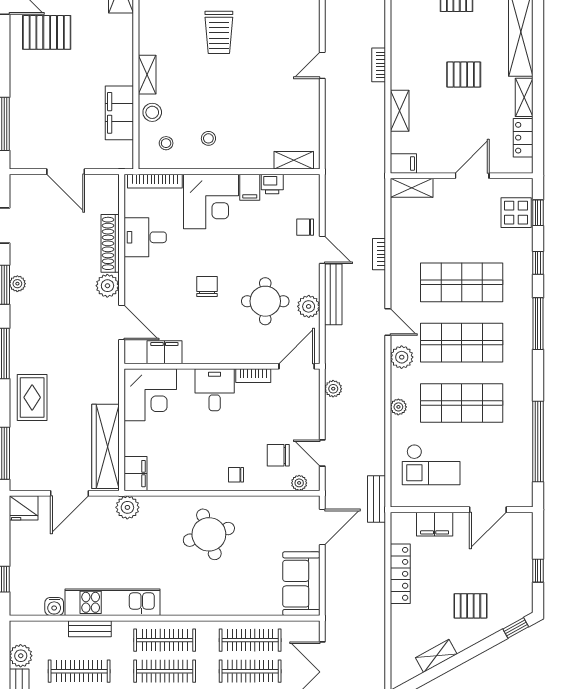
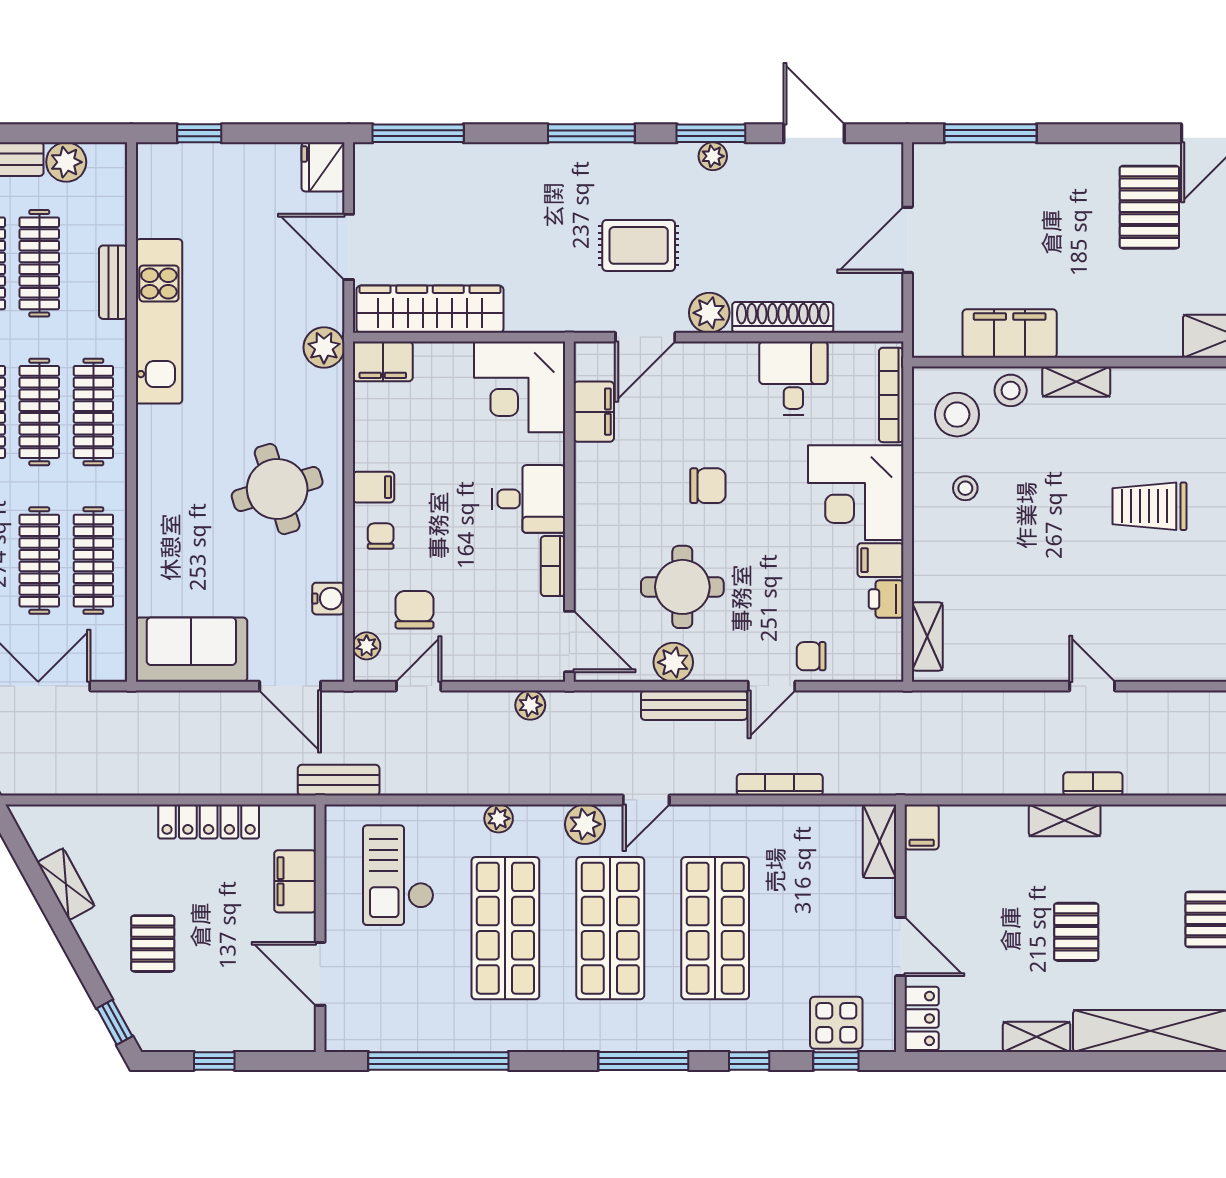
shelving: (400, 111) -> (1065, 820), moved
locker: (523, 138) -> (922, 1018), moved, turned 90
stool: (166, 143) -> (957, 415), width x1.89, depth x1.89
chair: (305, 227) -> (811, 656), turned -90
bookcase: (379, 254) -> (780, 785), width x1.56
rug: (32, 397) -> (639, 245), moved
filing cabinet: (208, 479) -> (374, 487), added
water cooler: (54, 606) -> (328, 599), moved, turned 180

